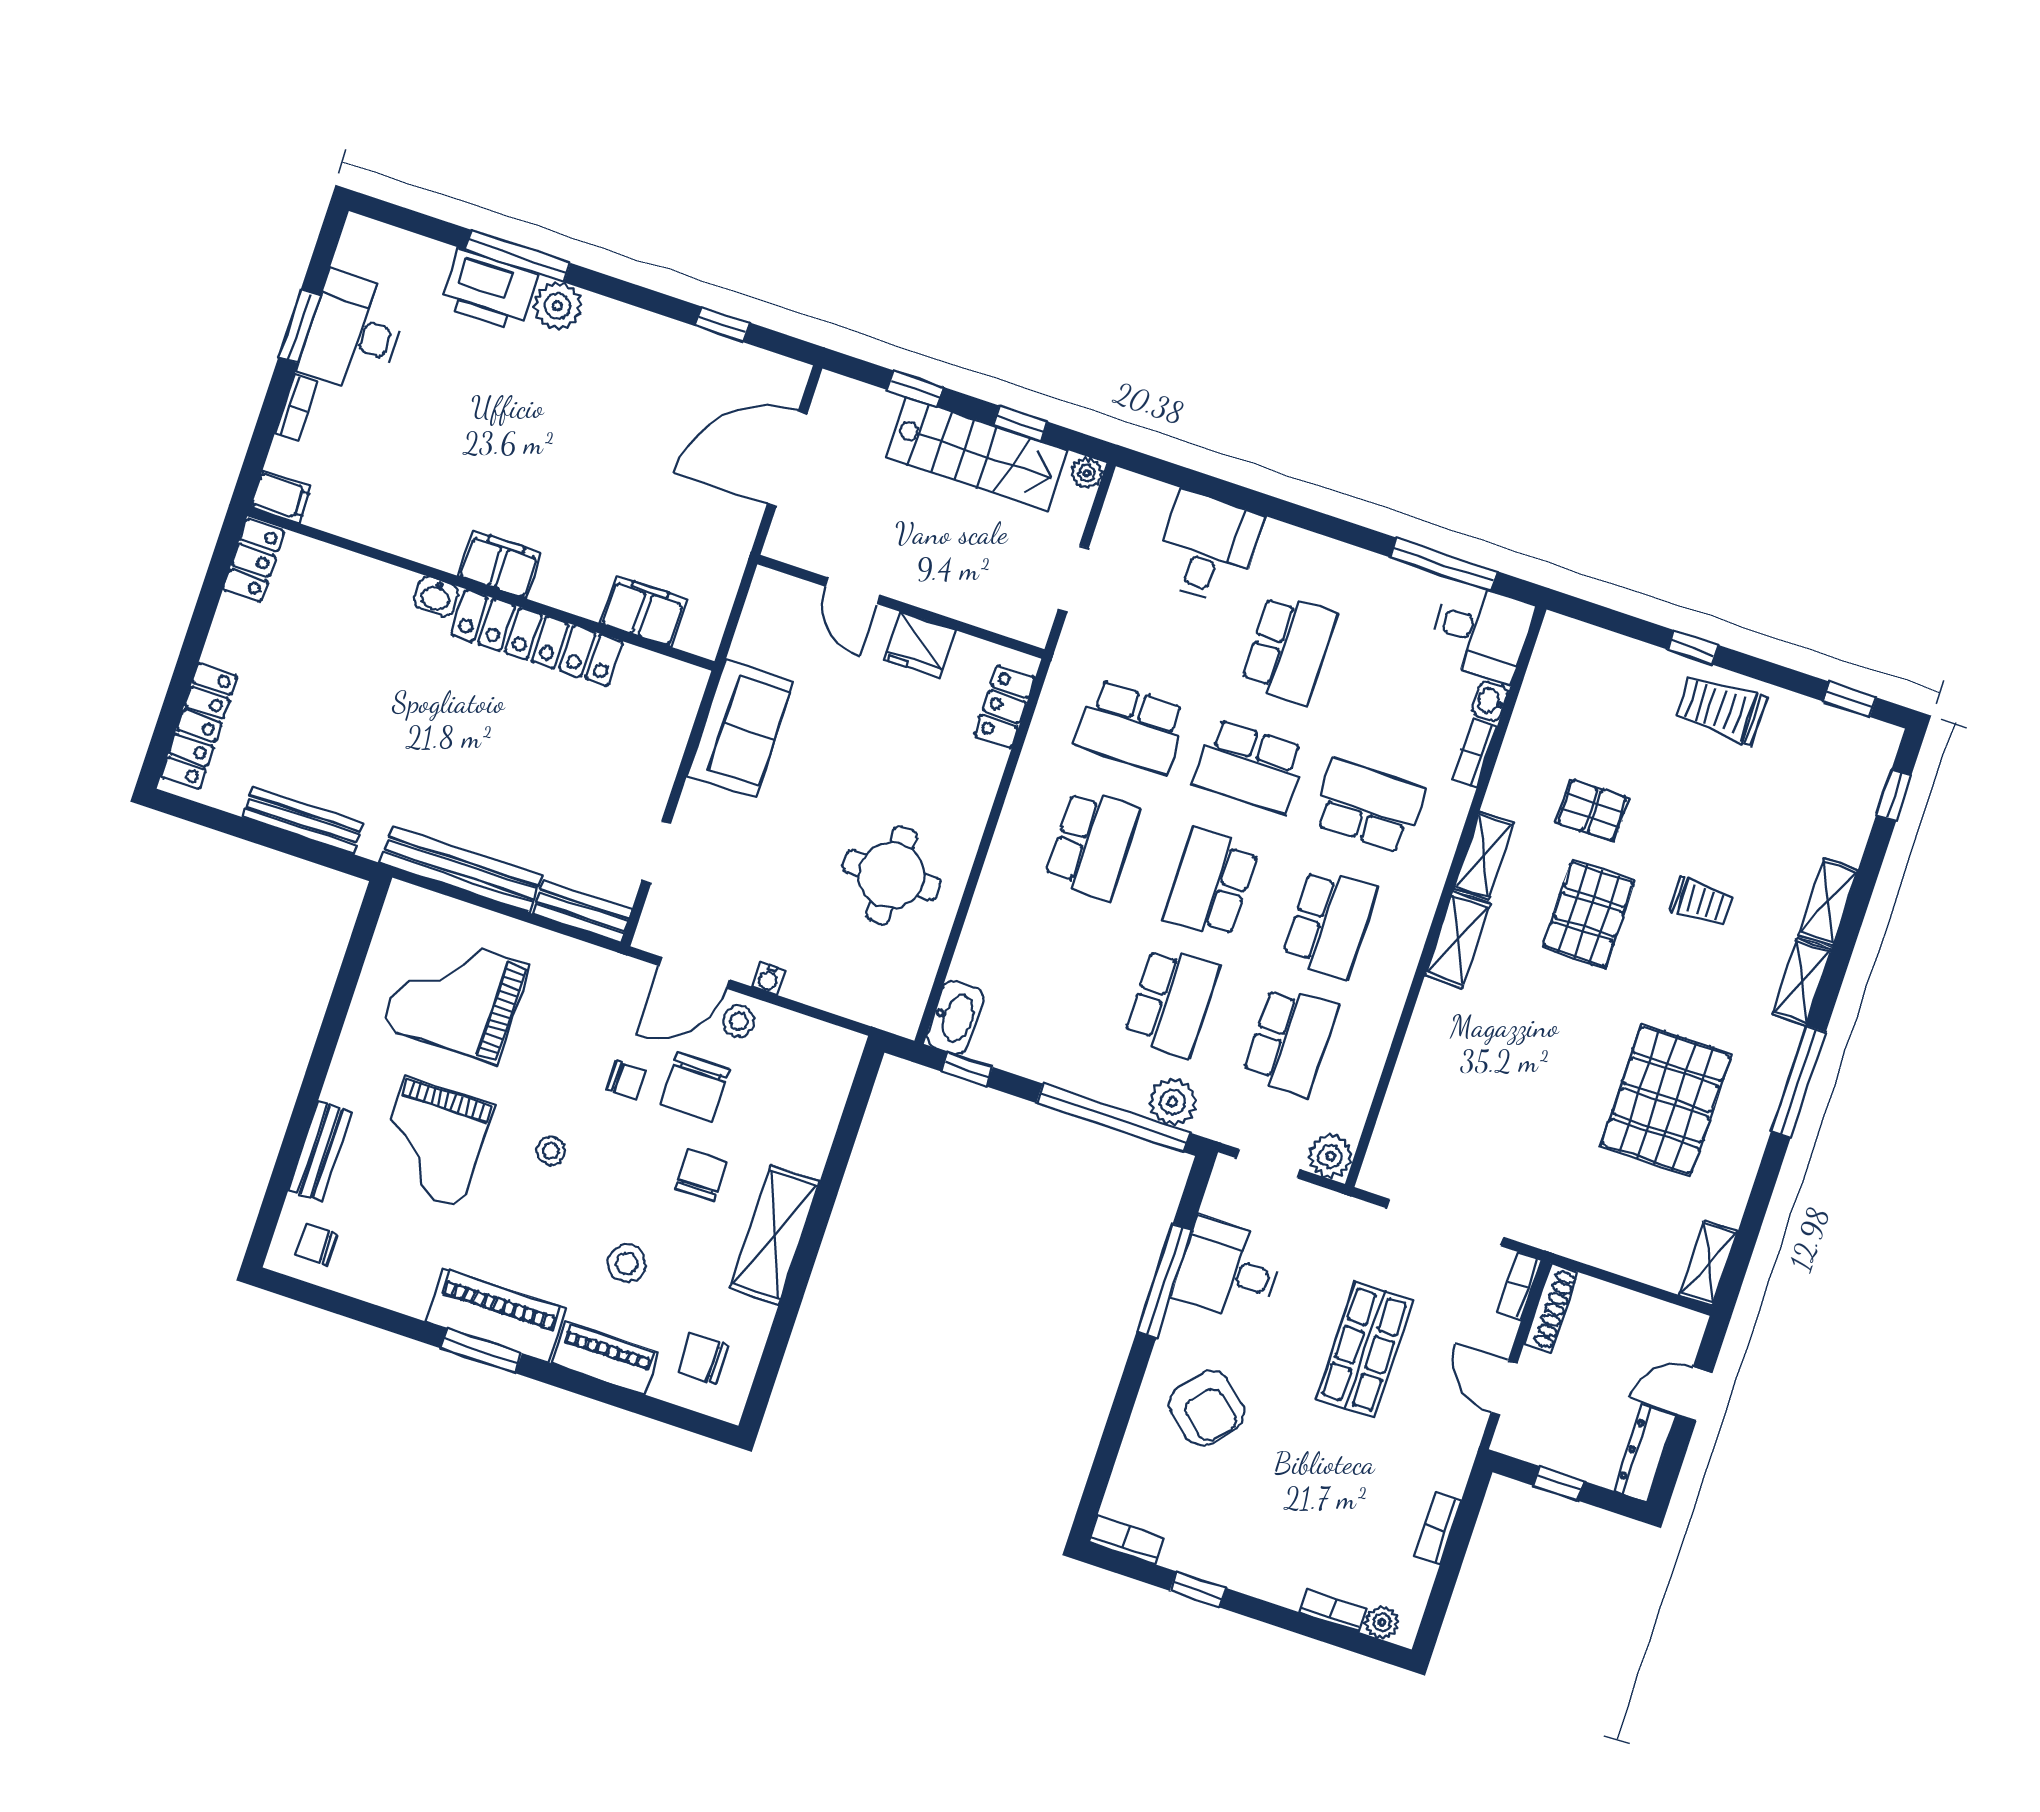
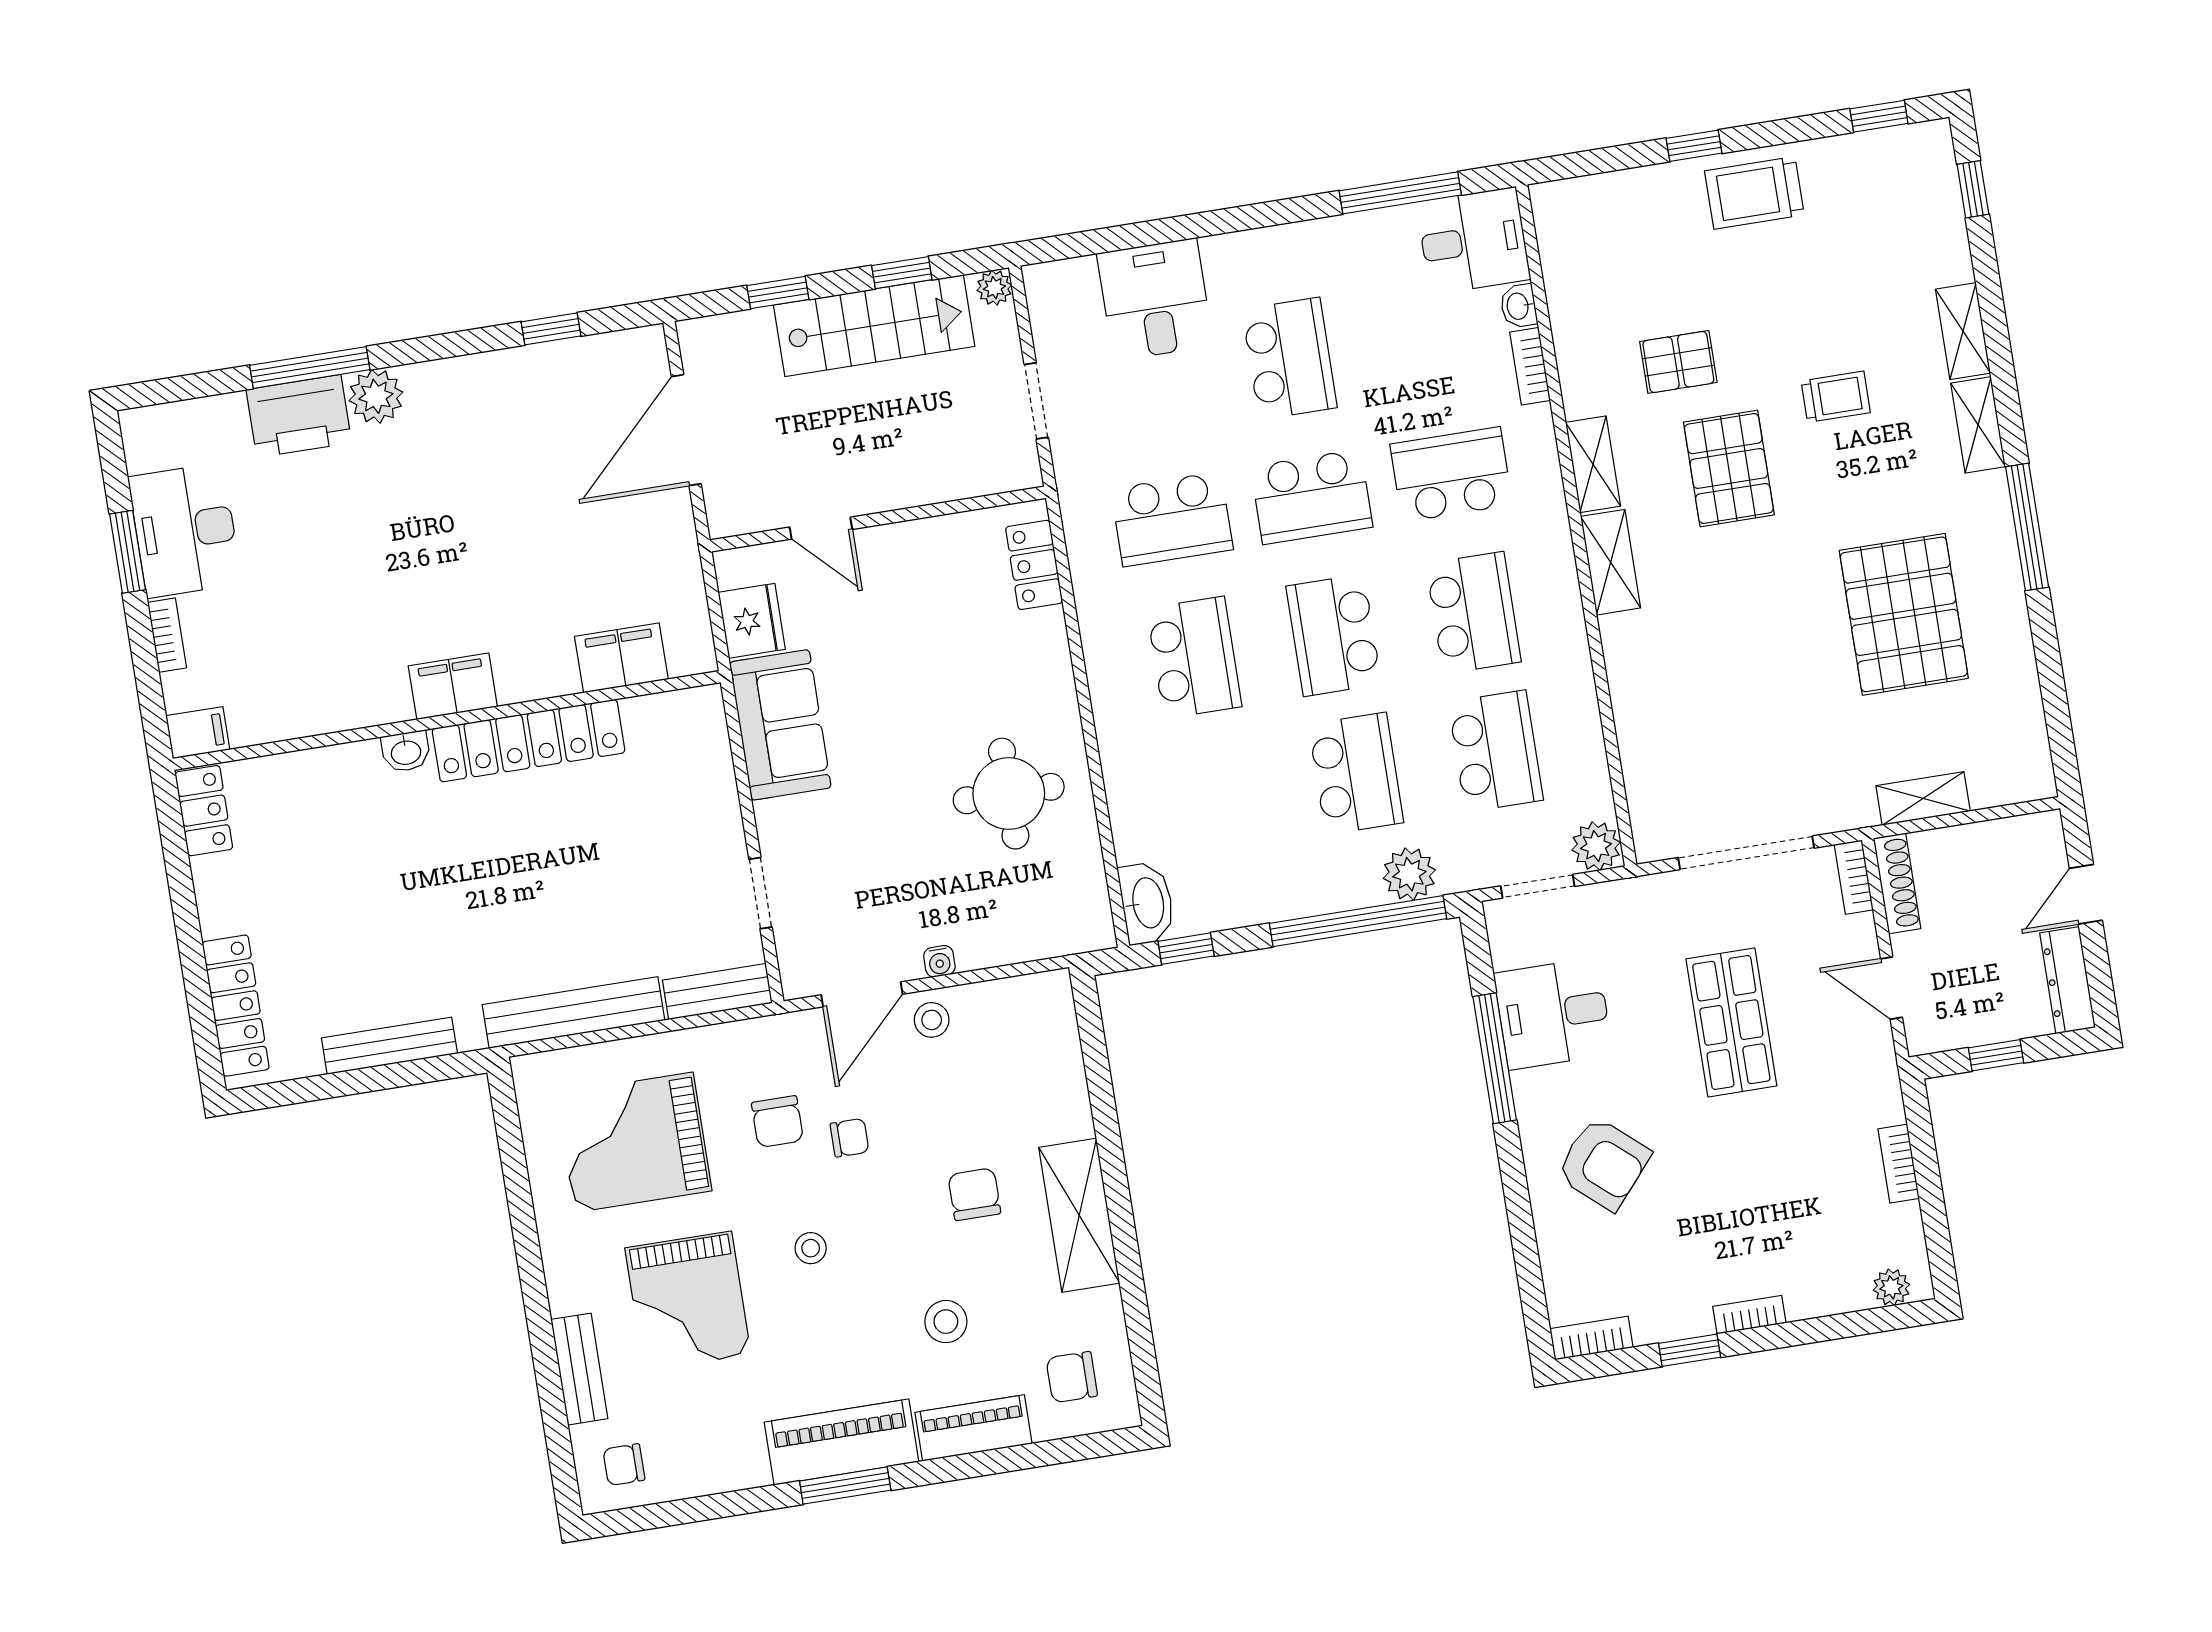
fridge: (920, 645) -> (752, 621), moved, turned -90
chair: (695, 1087) -> (777, 1122), moved, width x0.73, depth x0.73
shelving: (1708, 1263) -> (1923, 798), moved, turned 90
bookcase: (1333, 1610) -> (1749, 1315), moved

